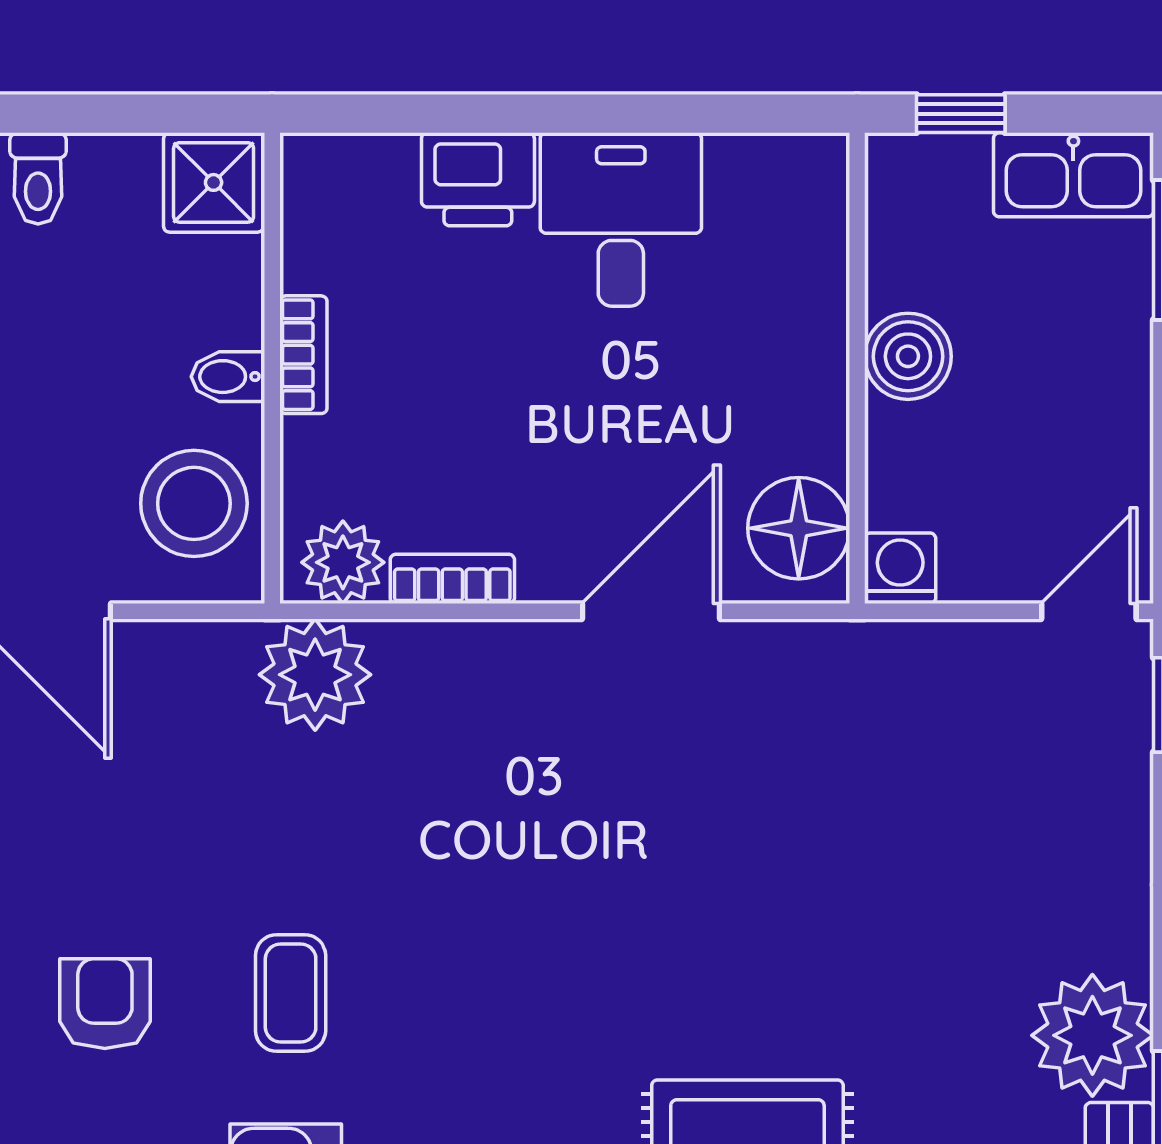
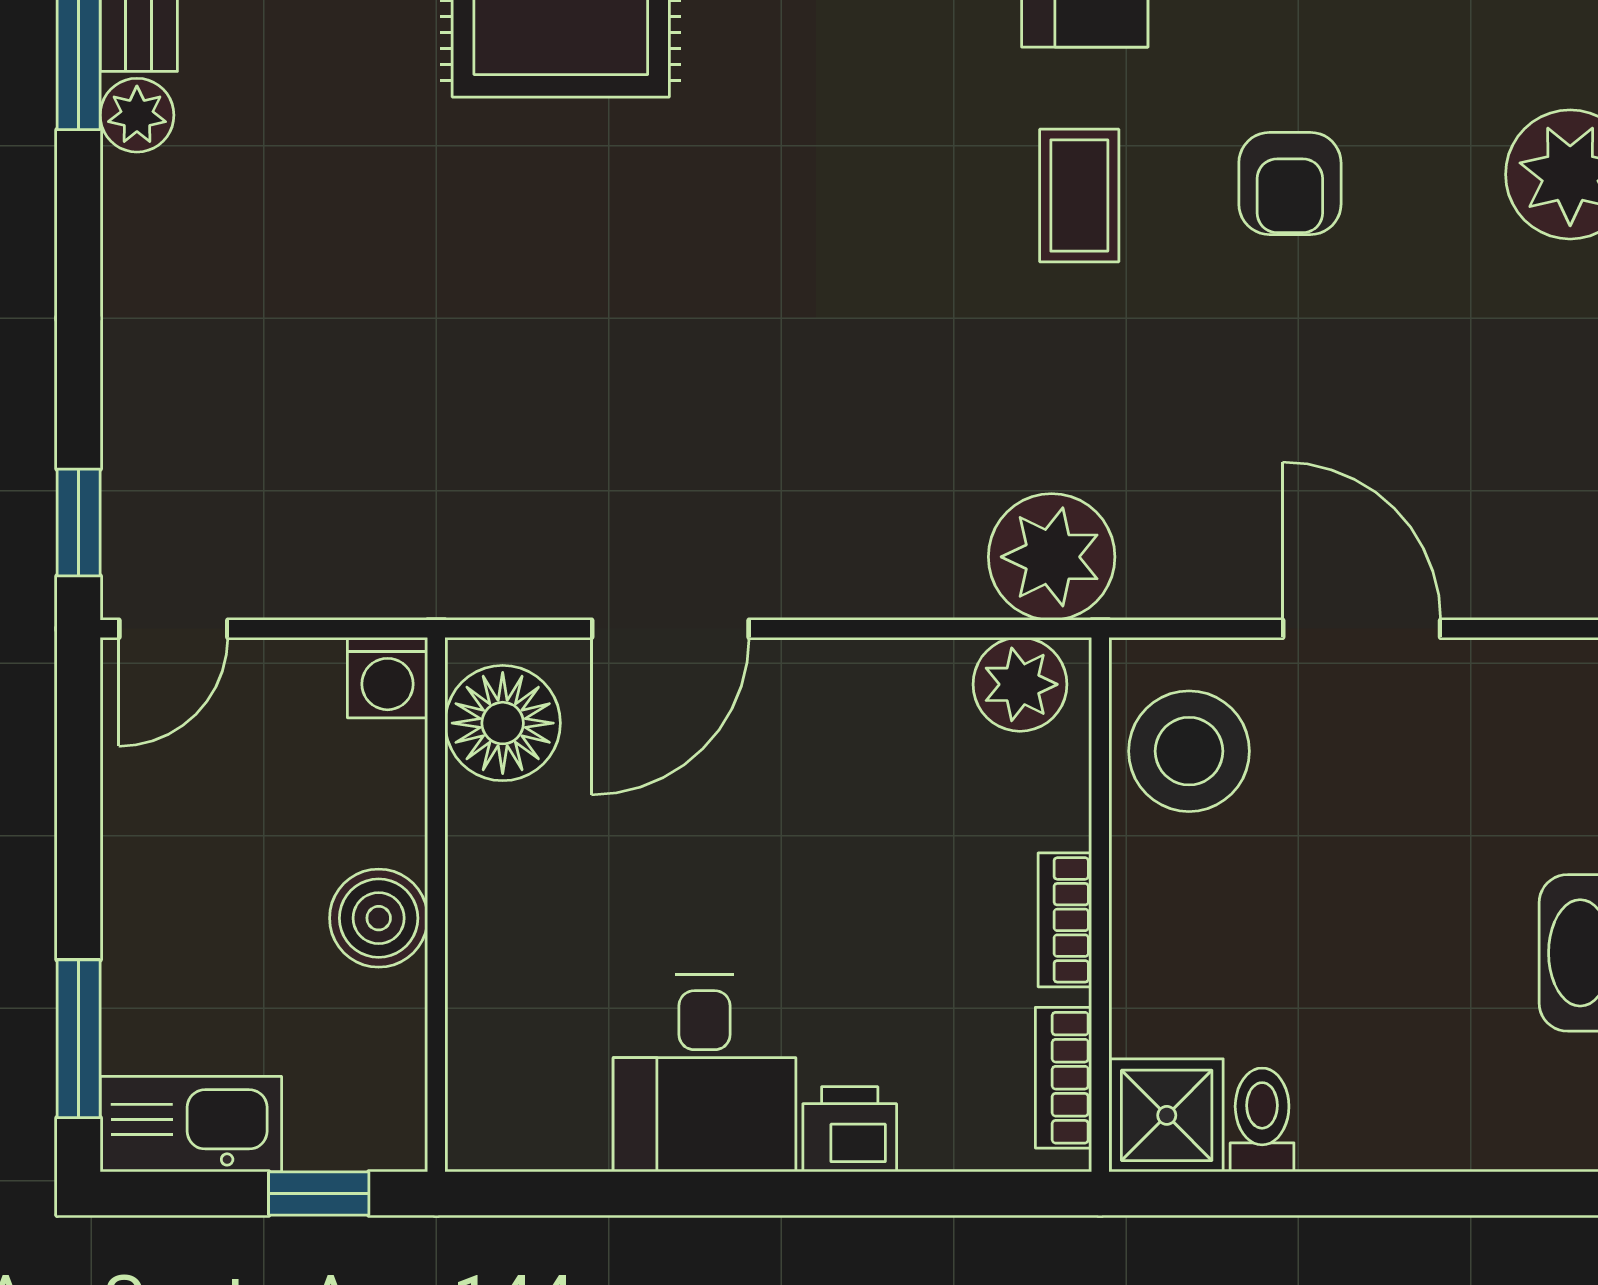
toilet: (38, 178) -> (1262, 1120), moved
printer: (478, 179) -> (850, 1129), width x0.73, depth x0.81
bidet: (228, 377) -> (1150, 895), removed
bookcase: (452, 579) -> (1063, 1078), moved, turned 90
plant: (1092, 1035) -> (137, 115), width x0.53, depth x0.53

